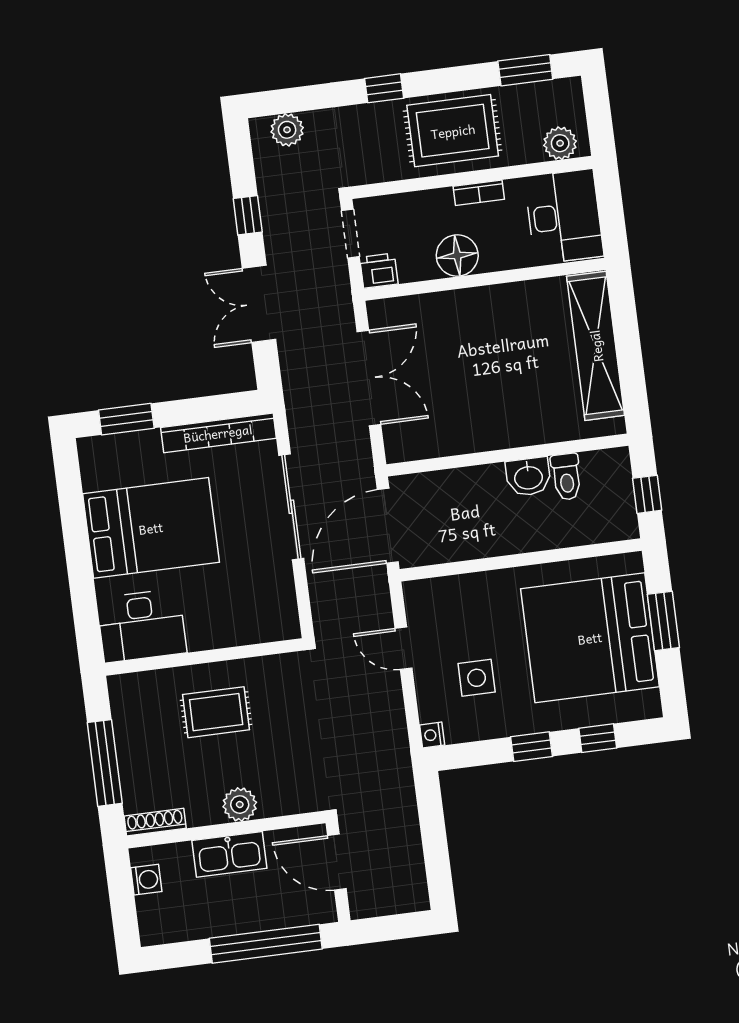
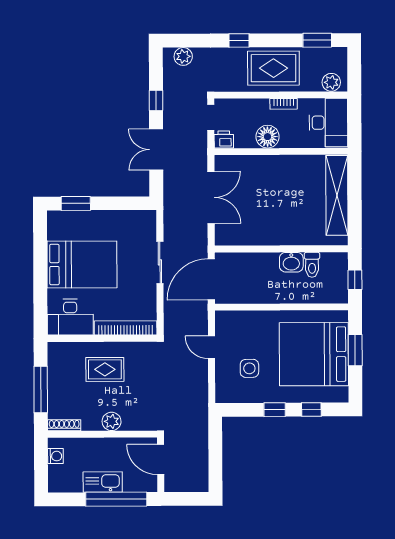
bookcase: (218, 433) -> (126, 328), moved, turned 180
sliding door: (291, 507) -> (160, 262), width x0.73
nightstand: (432, 735) -> (221, 397), removed
kitchen sink: (229, 854) -> (103, 482), moved, turned 180

